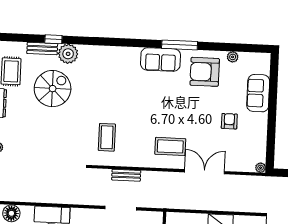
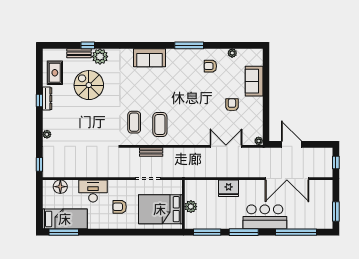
sofa: (161, 59) -> (149, 58), moved
armchair: (205, 72) -> (210, 66), width x0.53, depth x0.53
spiral stairs: (53, 89) -> (89, 85), turned -90
coffee table: (170, 146) -> (160, 125), moved, turned 90
double door: (205, 172) -> (226, 146), moved

